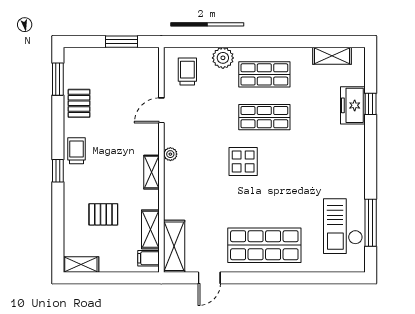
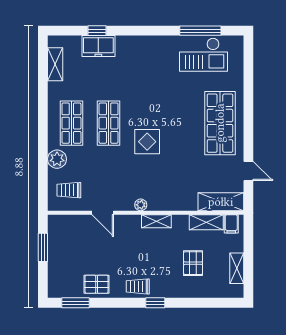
shelving: (81, 265) -> (237, 268), moved

